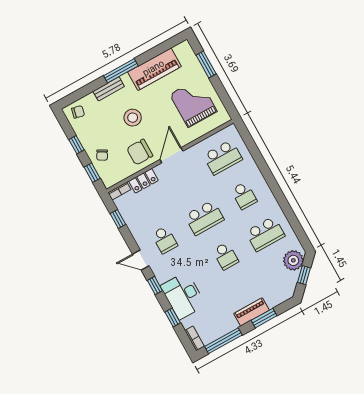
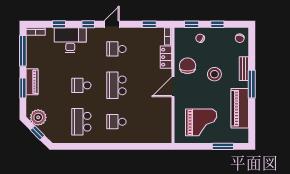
door: (171, 155) -> (173, 87), swing flipped
school desk: (223, 157) -> (152, 122), removed
plant: (293, 260) -> (38, 117), moved

